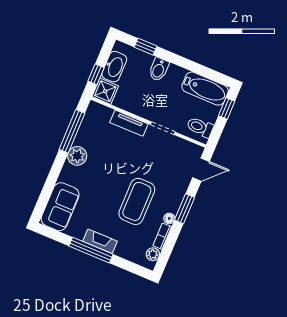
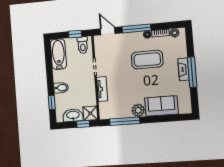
window: (227, 108) -> (75, 34), moved
sofa: (60, 207) -> (161, 106), moved
window: (184, 209) -> (136, 28), width x1.44

